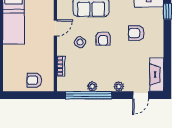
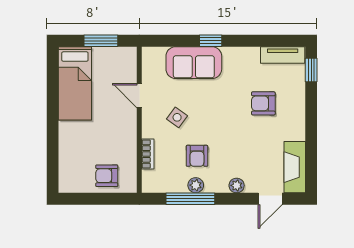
door: (55, 28) -> (139, 96), swing flipped
armchair: (103, 38) -> (197, 156), moved
window: (89, 95) -> (190, 199), width x0.68

